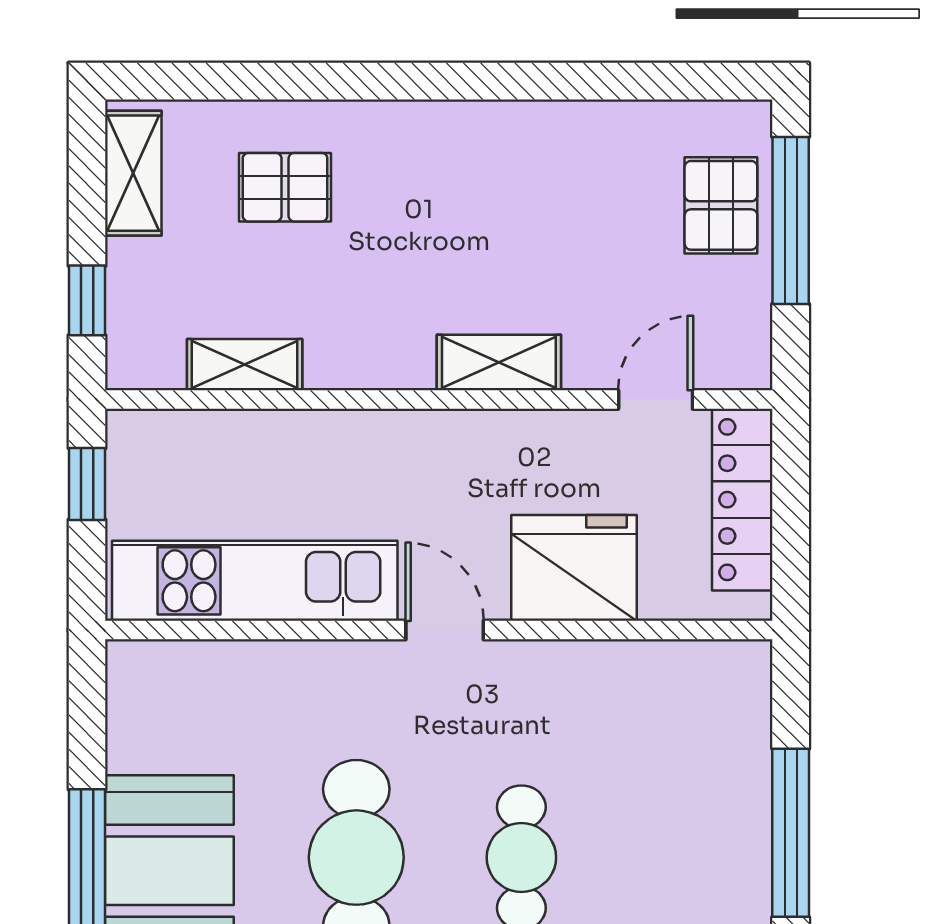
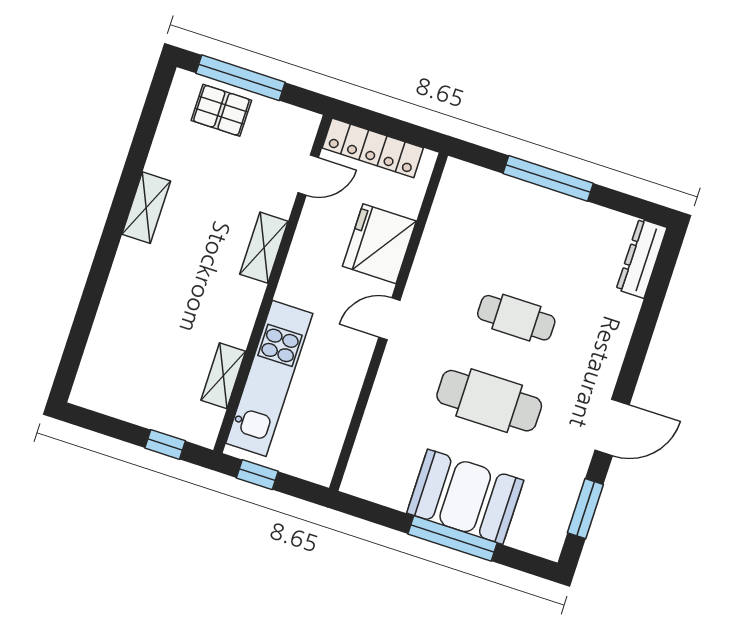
shelving: (133, 173) -> (146, 208), moved, turned 90
pallet: (285, 187) -> (141, 326), removed
door: (656, 400) -> (308, 175), swing flipped
kitchen unit: (255, 581) -> (269, 378), moved, turned 180

